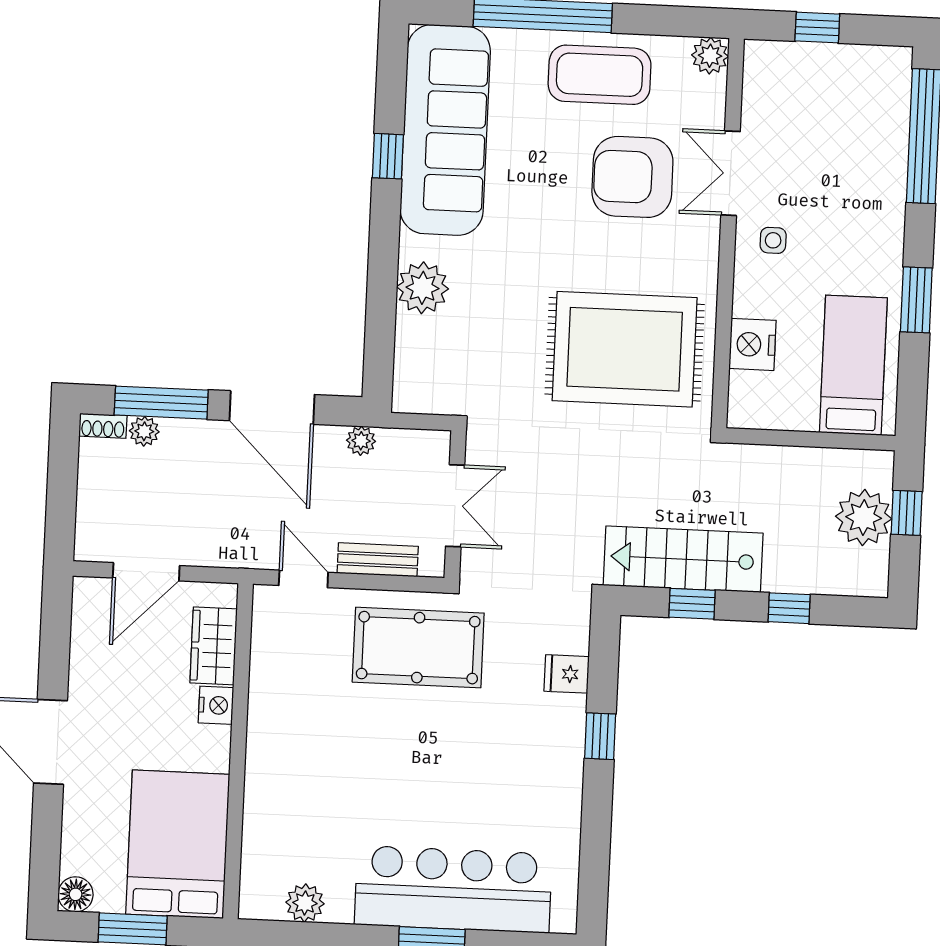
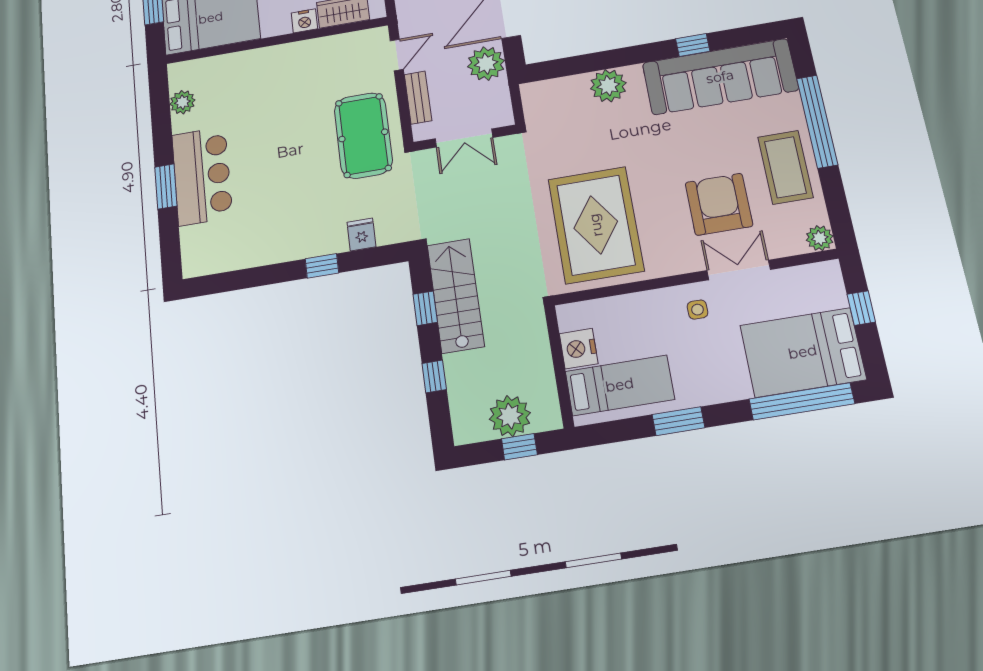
bed: (860, 118) -> (803, 352), added
nightstand: (753, 344) -> (579, 349), moved, turned -90
plant: (361, 441) -> (486, 64), width x1.87, depth x1.87
bar counter: (453, 889) -> (202, 176), width x0.73

